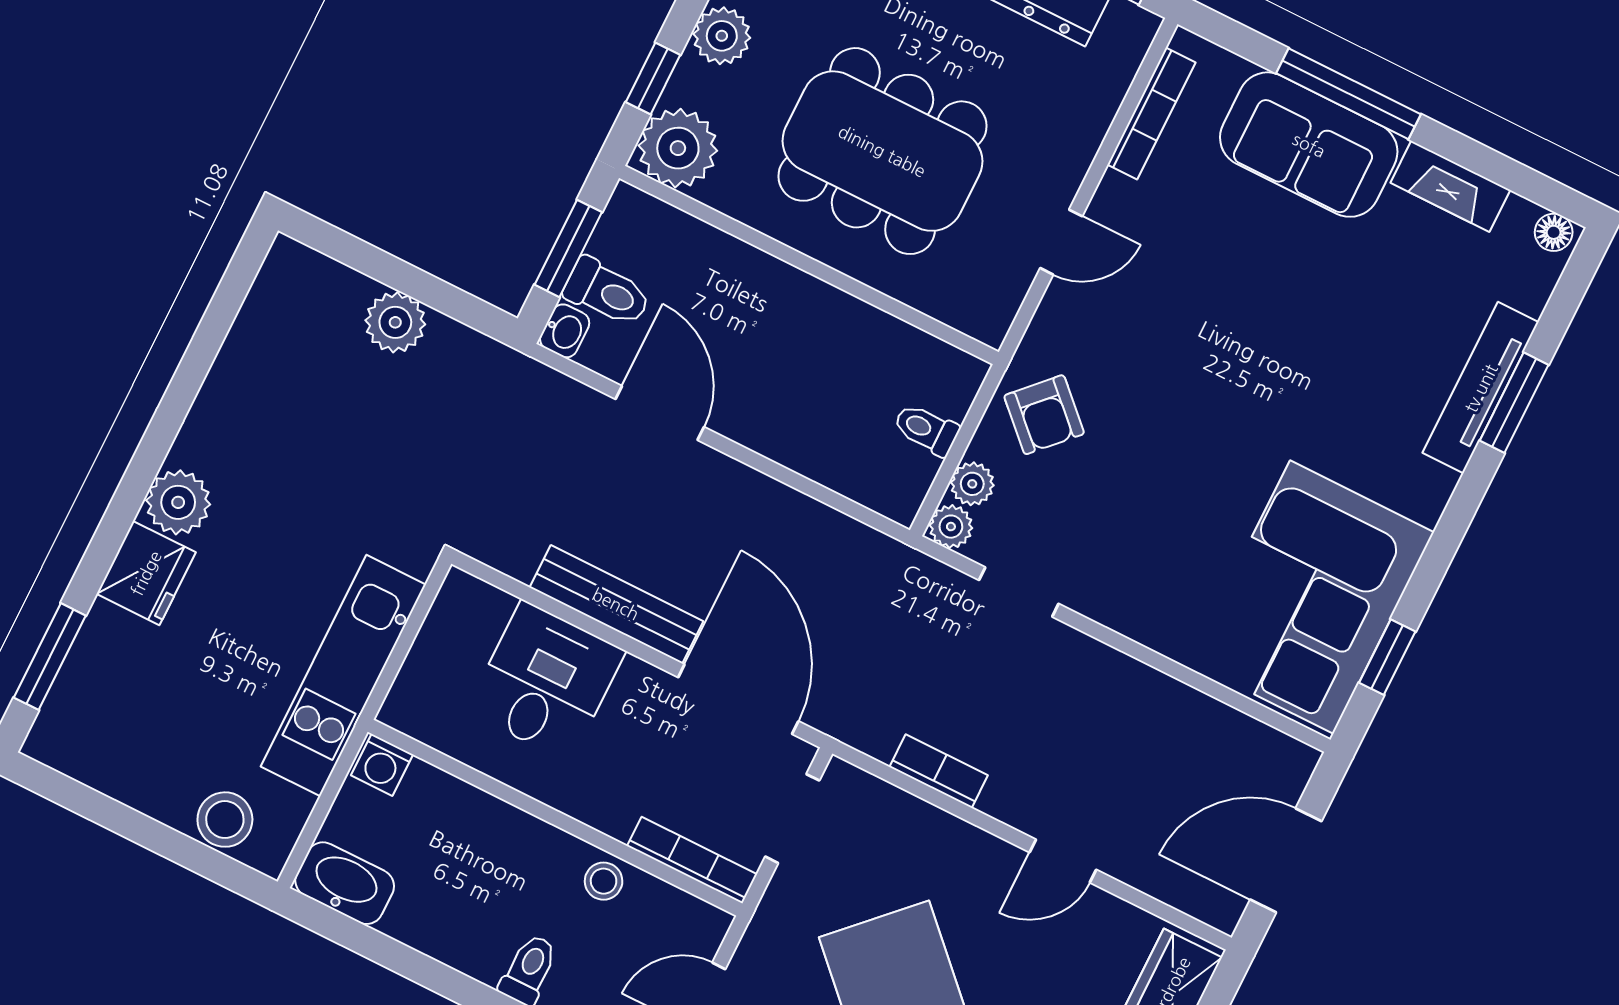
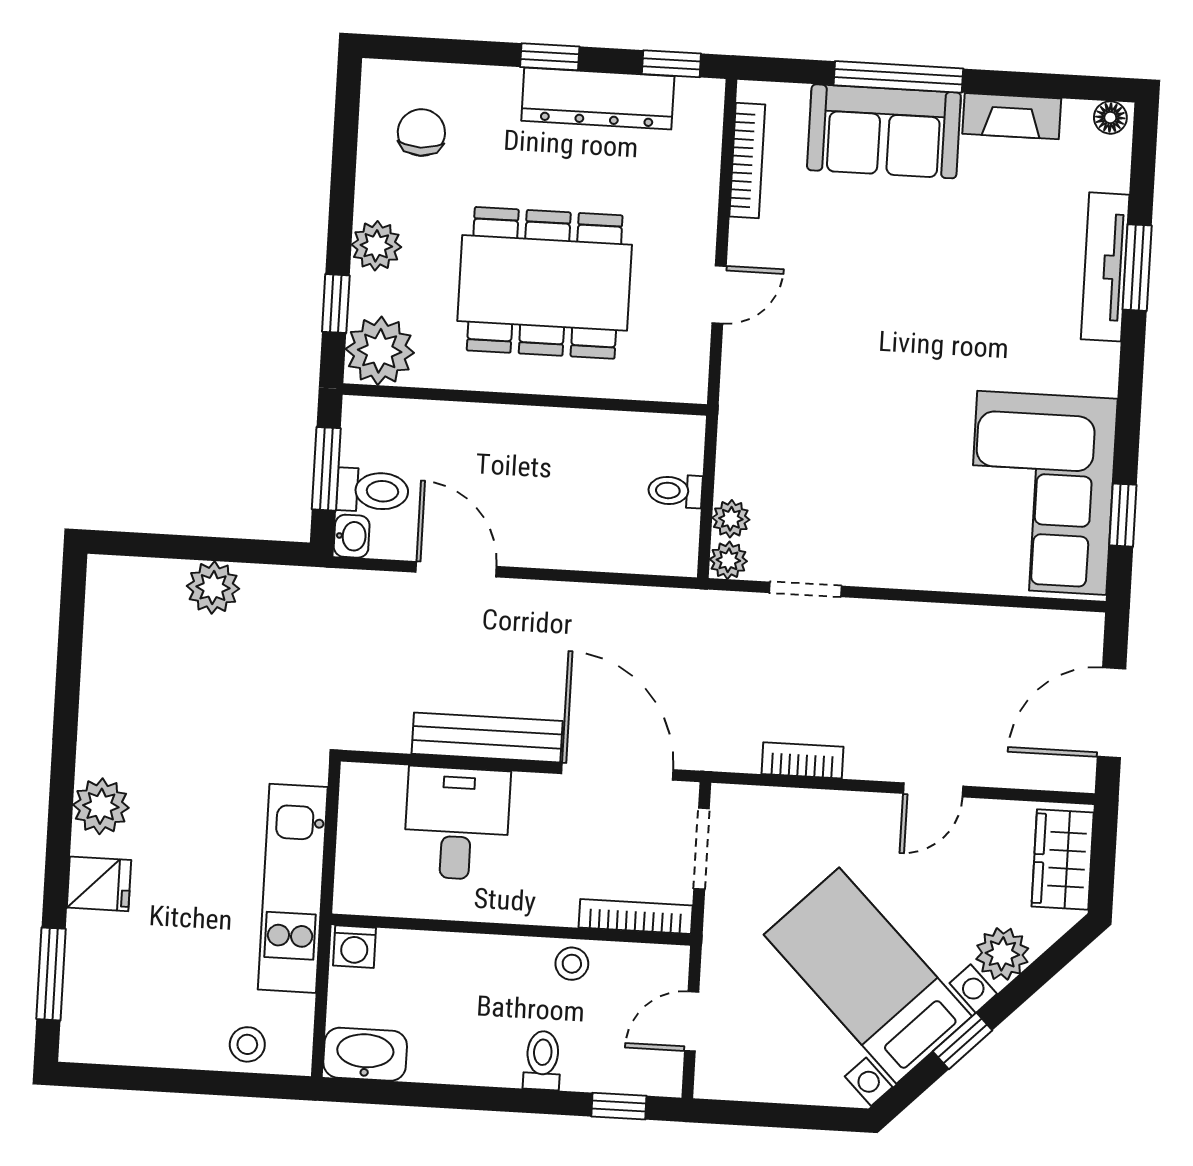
armchair: (1044, 415) -> (765, 439), removed
fridge: (146, 573) -> (99, 884), width x0.72
stool: (225, 820) -> (247, 1044), width x0.73, depth x0.73

